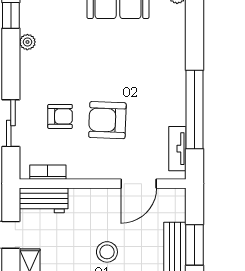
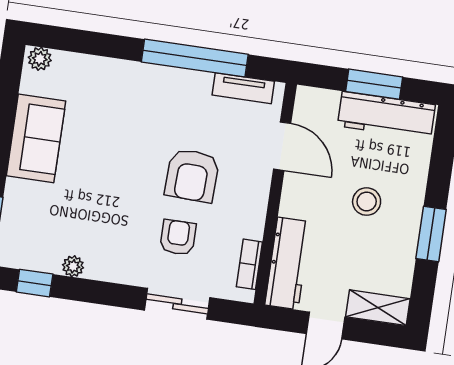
workbench: (44, 200) -> (288, 263), width x1.37

